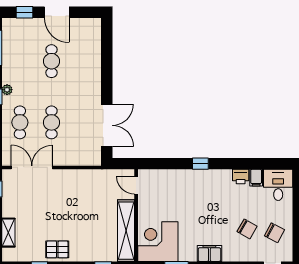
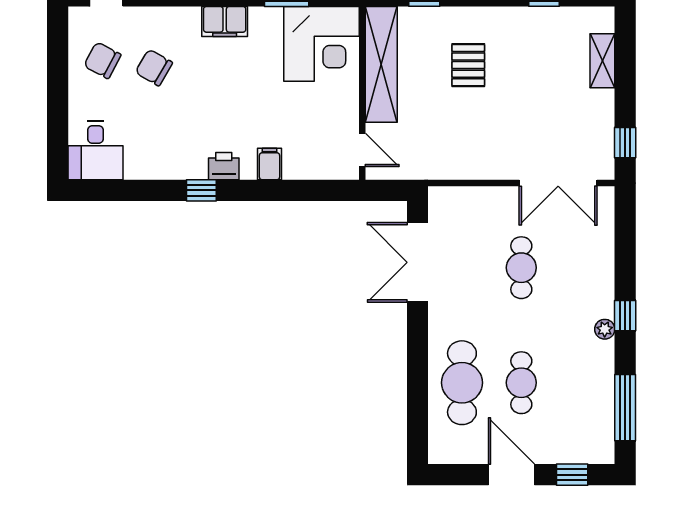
cafe table: (20, 122) -> (462, 383), moved, width x1.37, depth x1.35
window: (200, 164) -> (201, 190), moved
printer: (241, 176) -> (224, 166), moved
filing cabinet: (256, 178) -> (269, 164), moved
pallet: (57, 249) -> (468, 65), moved, turned 90

